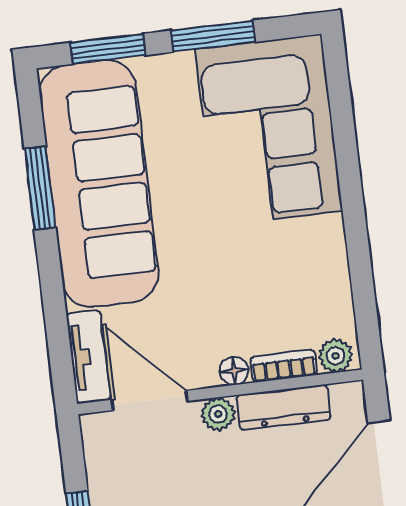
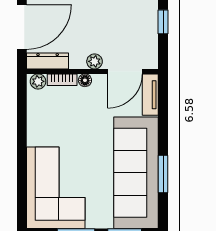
door: (149, 400) -> (125, 71), hinge flipped
dresser: (284, 407) -> (48, 61), moved

